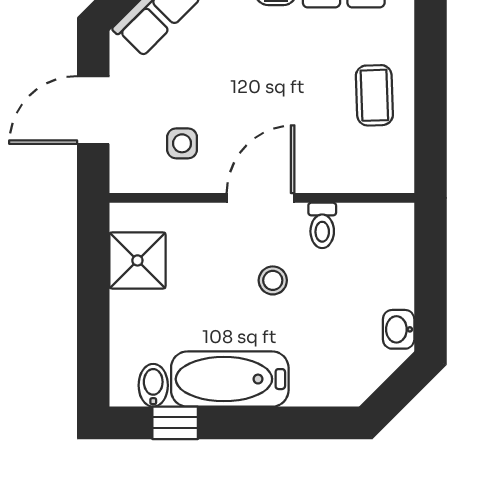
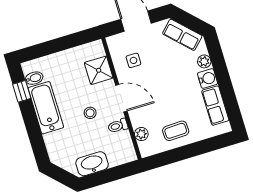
plant: (358, 177) -> (141, 134), added
shower: (137, 260) -> (99, 70), moved
washbasin: (399, 329) -> (92, 164), width x1.91, depth x1.45

